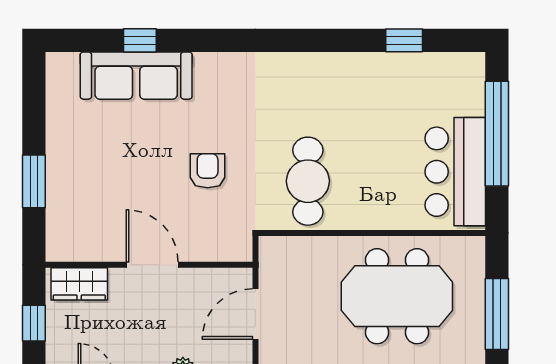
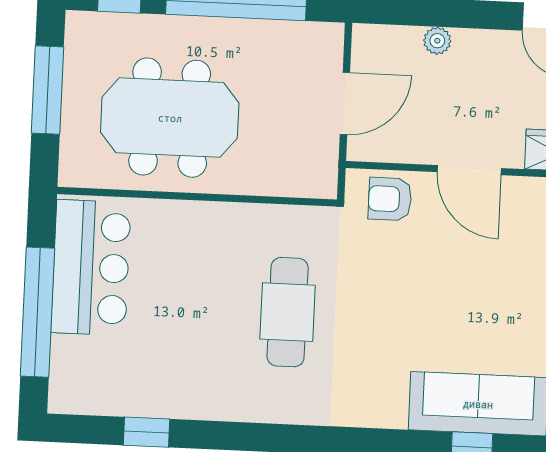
armchair: (208, 171) -> (390, 199), moved, turned 90
cafe table: (308, 181) -> (288, 312), moved

